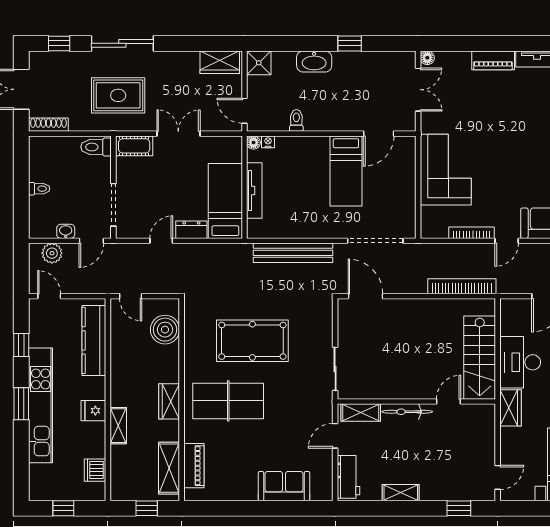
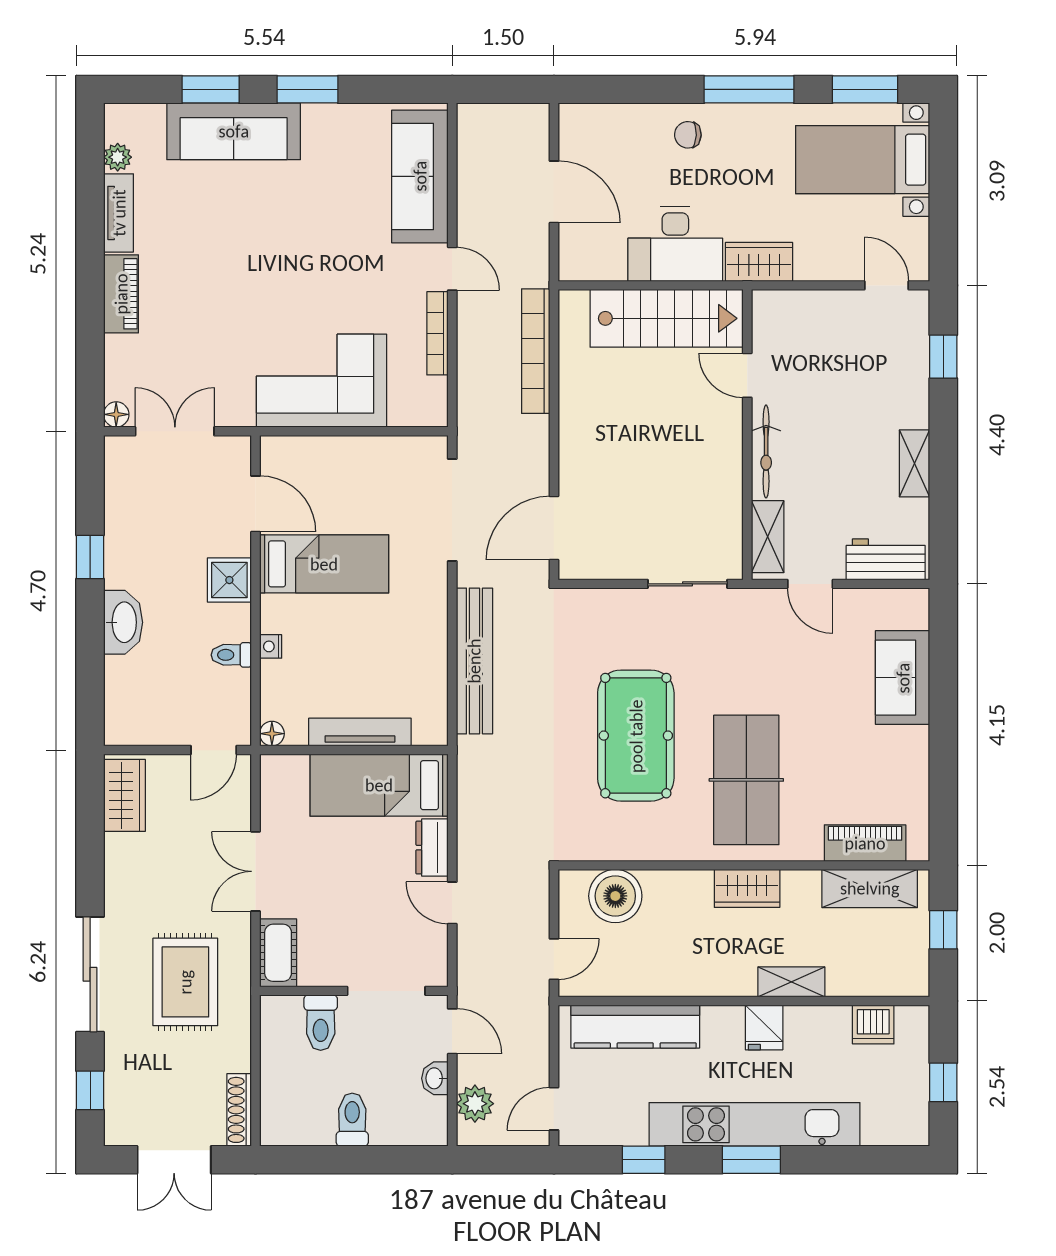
shower: (259, 63) -> (229, 580), moved
nightstand: (268, 142) -> (271, 646), moved
toilet: (96, 147) -> (321, 1023), moved
toilet: (39, 189) -> (352, 1120), width x1.37, depth x1.39

